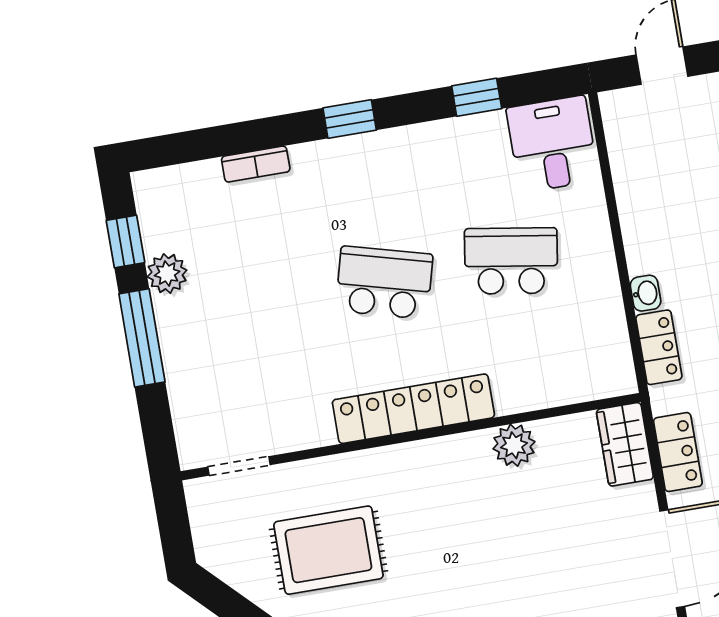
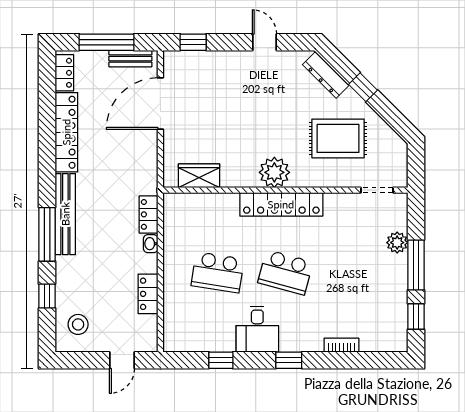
desk: (552, 144) -> (257, 329), moved
plant: (167, 274) -> (397, 243), moved
wardrobe: (625, 444) -> (199, 176), moved, turned -90
plant: (514, 445) -> (274, 172), moved, width x1.36, depth x1.36
locker: (678, 452) -> (148, 294), moved

